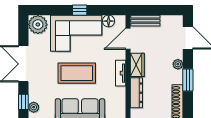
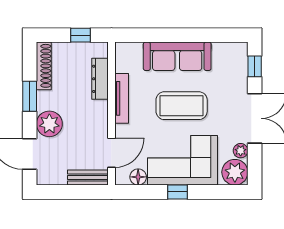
plant: (178, 64) -> (49, 124), width x1.87, depth x1.87
wardrobe: (137, 65) -> (99, 117), removed
tv unit: (121, 73) -> (122, 98), width x1.41
plant: (34, 107) -> (241, 151), moved

